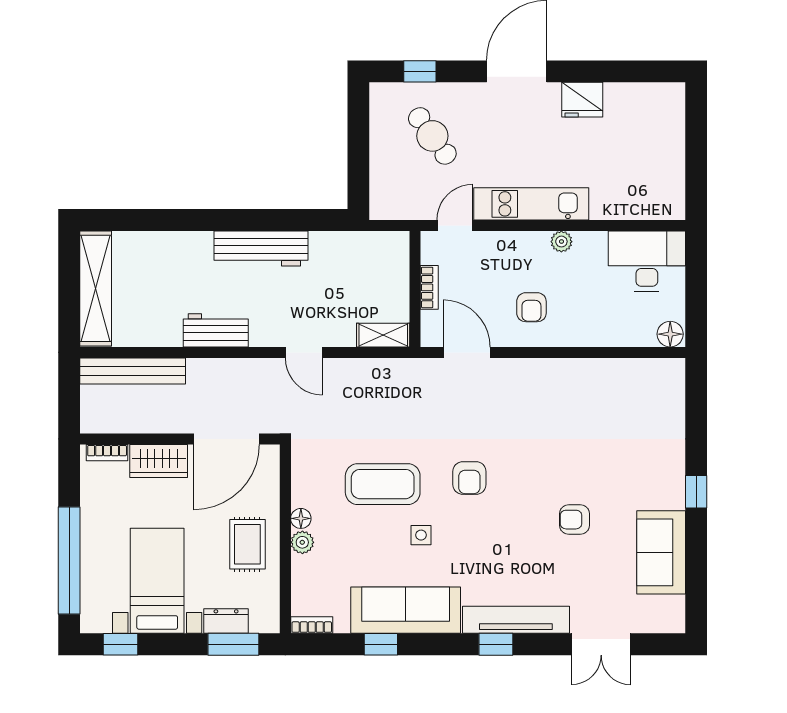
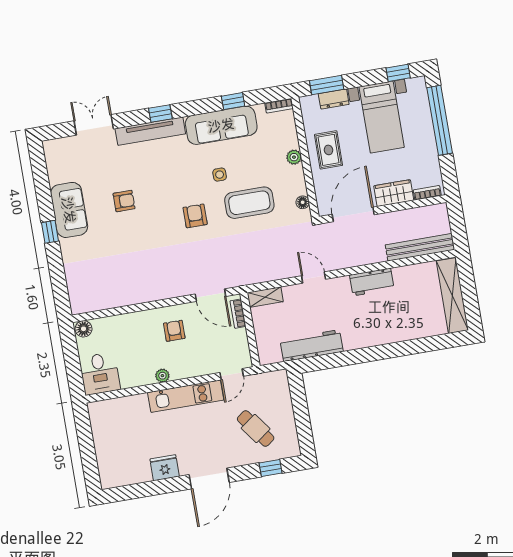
workbench: (261, 248) -> (312, 346), moved
desk: (647, 261) -> (100, 374), width x0.73
bookcase: (429, 287) -> (238, 314), moved
floor lamp: (301, 518) -> (303, 202), moved
sofa: (661, 552) -> (69, 210), moved

